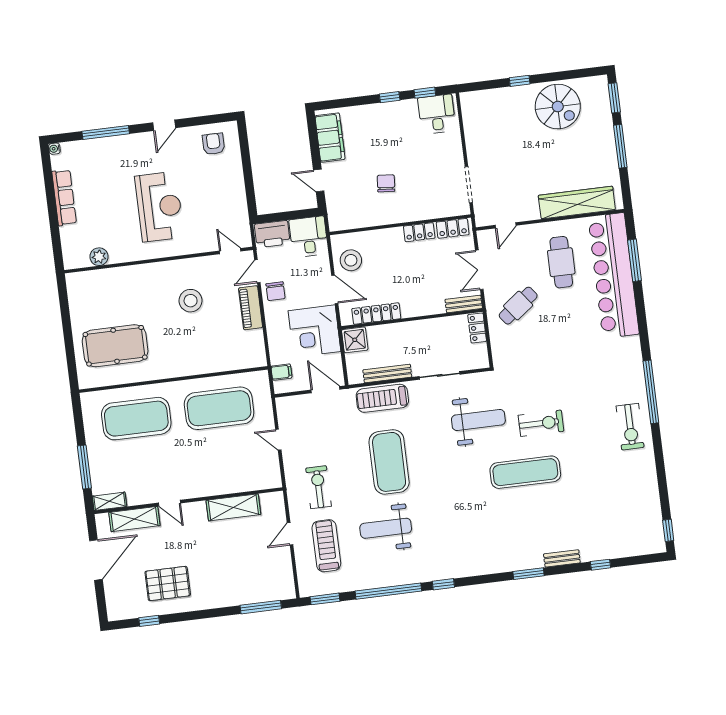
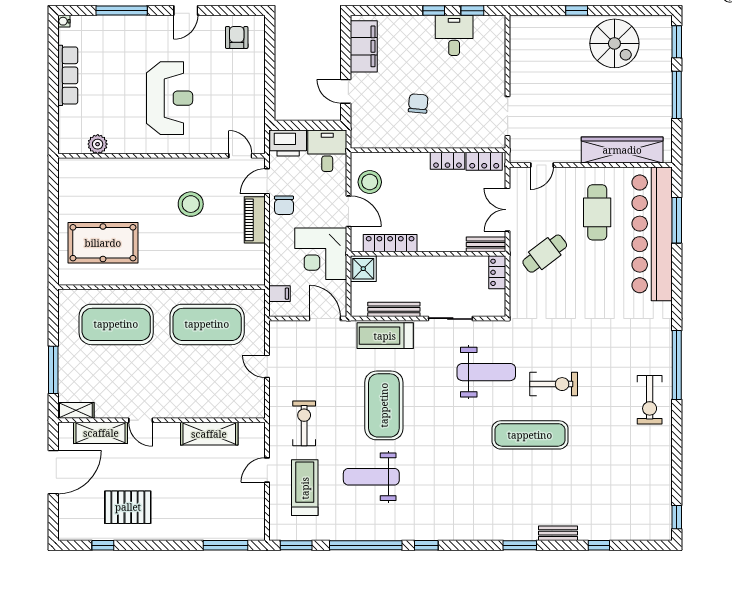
desk: (437, 114) -> (454, 35), moved

